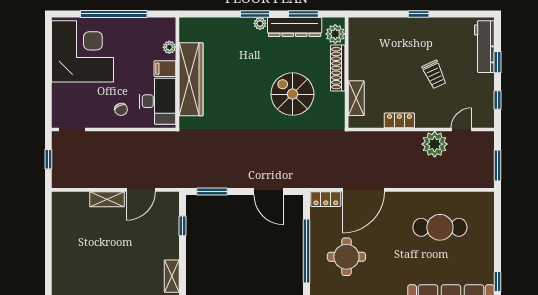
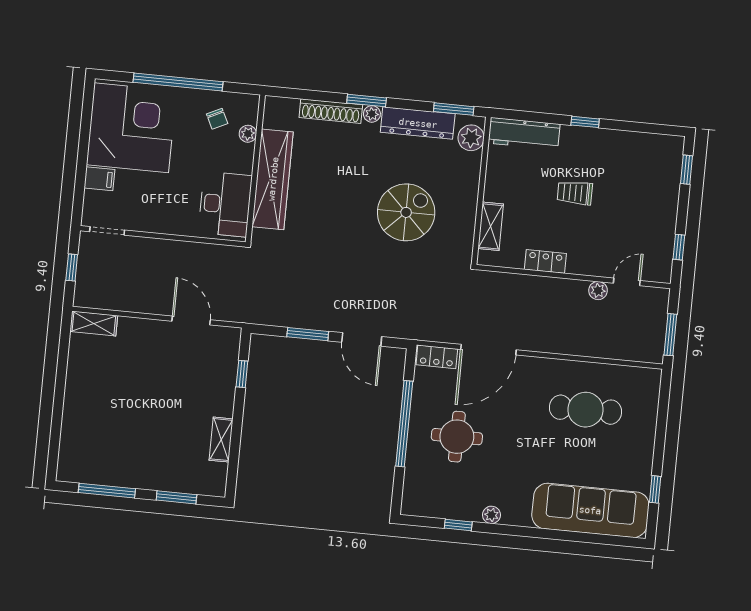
window: (303, 14) -> (454, 109), moved
workbench: (484, 47) -> (524, 134), moved, turned -90
window: (497, 62) -> (687, 170), moved
shoe rack: (338, 68) -> (331, 111), moved, turned -90
filing cabinet: (165, 69) -> (99, 179), moved, turned 180
trolley: (434, 75) -> (575, 193), moved, turned 115
spiral stairs: (292, 94) -> (406, 212), turned 90
chair: (121, 109) -> (217, 119), moved
plant: (435, 144) -> (598, 291), width x0.53, depth x0.53
door: (141, 190) -> (191, 320), swing flipped
window: (212, 192) -> (308, 334), moved
shelving: (107, 199) -> (94, 323), moved

